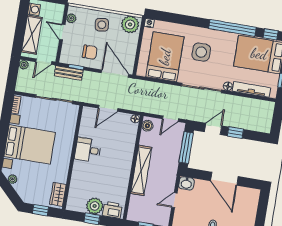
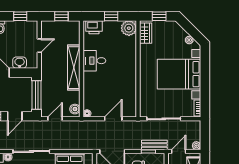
desk: (88, 150) -> (94, 61), moved, turned 180
washbasin: (186, 183) -> (20, 63), moved
plant: (95, 206) -> (129, 28), moved

